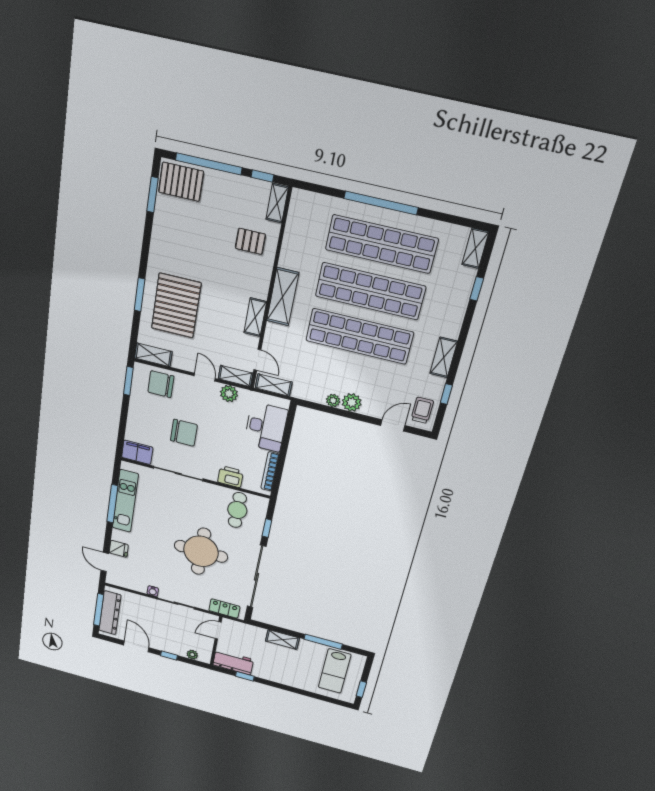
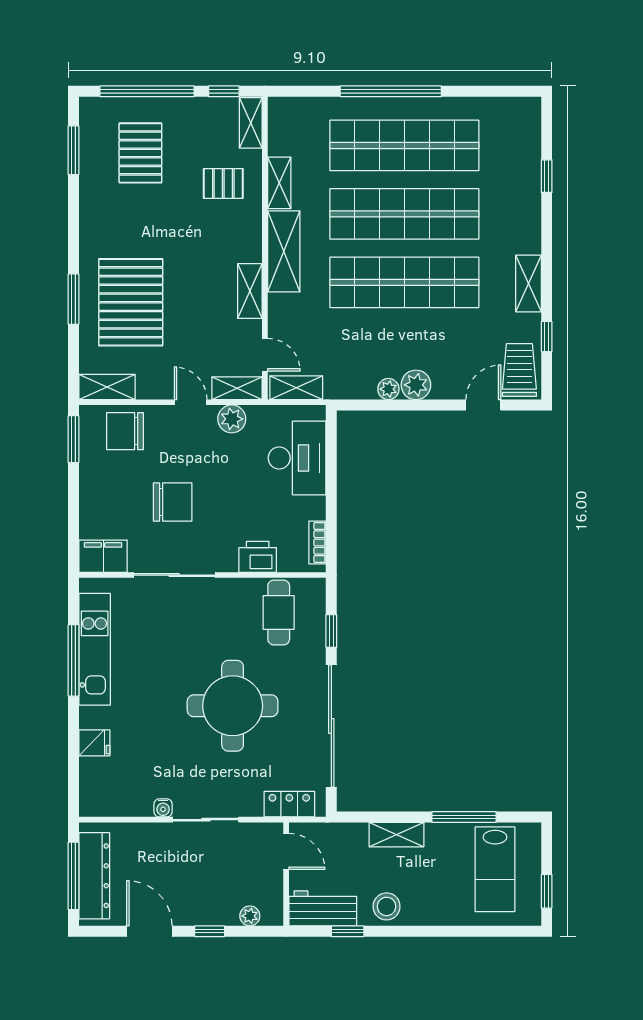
pallet: (181, 182) -> (140, 153), moved, turned 90
shelving: (475, 248) -> (279, 183), moved
trolley: (422, 410) -> (519, 370), width x1.36, depth x1.39
bookcase: (270, 471) -> (317, 542), width x0.64
door: (105, 562) -> (73, 776), removed
door: (218, 630) -> (286, 851), swing flipped
stool: (269, 671) -> (387, 906), added

